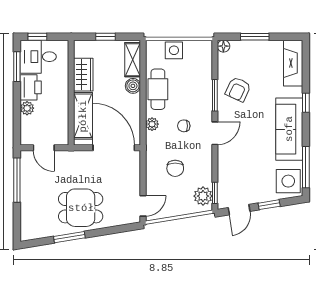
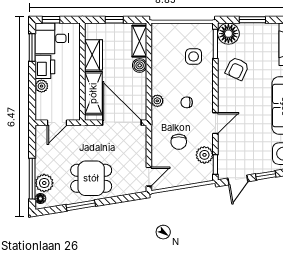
floor lamp: (223, 46) -> (228, 34), width x1.89, depth x1.89
side table: (174, 50) -> (194, 56), moved
cafe table: (158, 89) -> (163, 68), removed
window: (215, 95) -> (215, 44), moved
door: (215, 133) -> (215, 123), moved
door: (44, 148) -> (57, 123), hinge flipped
window: (17, 180) -> (32, 179), moved
plant: (203, 196) -> (204, 155), moved
plant: (30, 213) -> (44, 183), added
floor lamp: (26, 230) -> (40, 199), added

